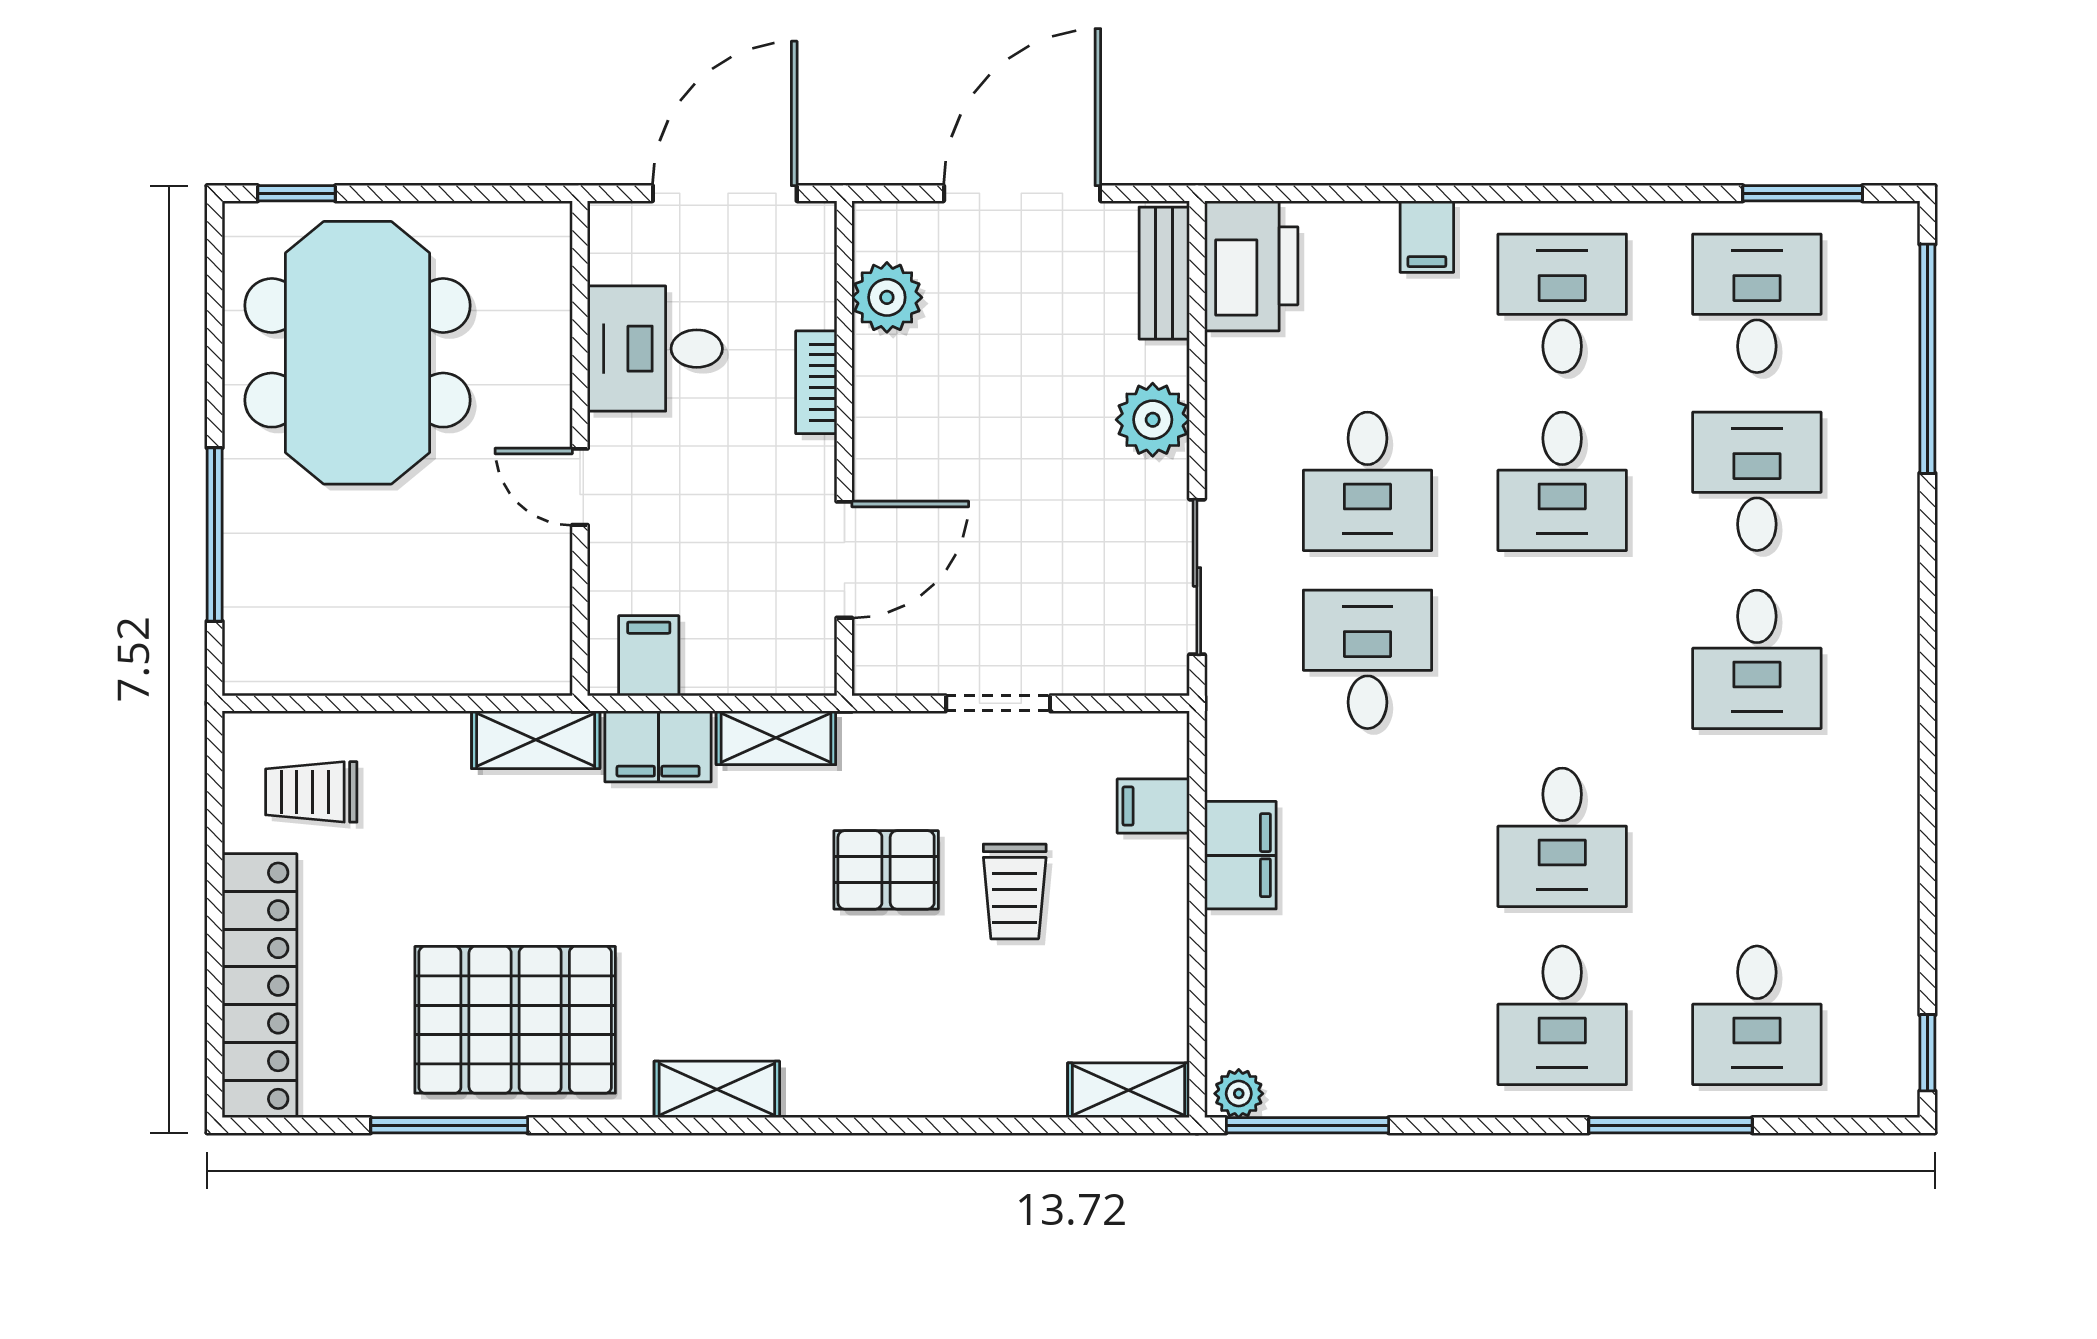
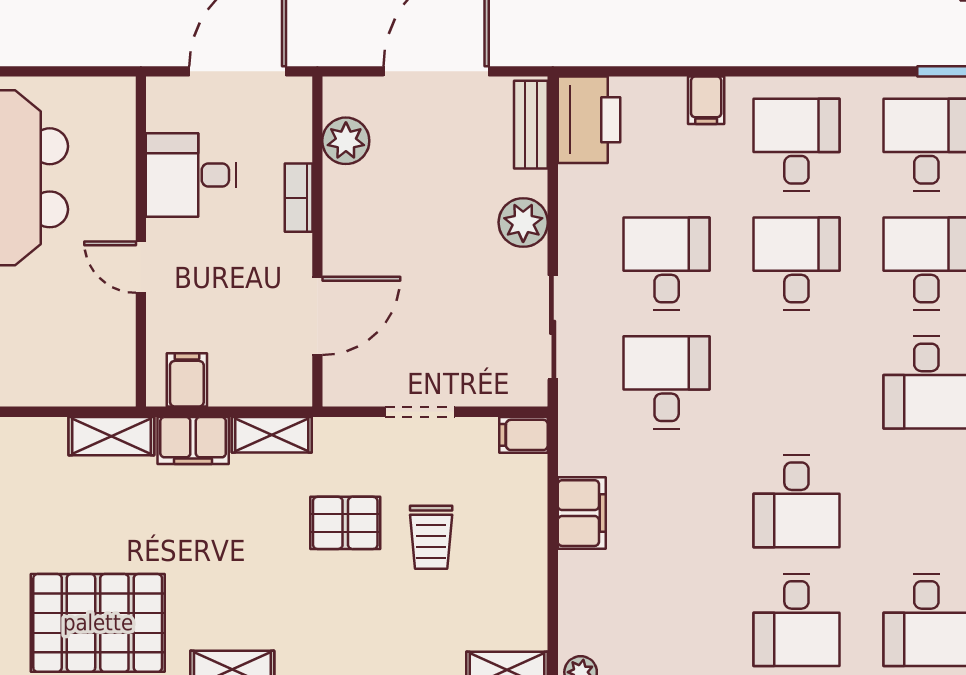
desk: (1367, 481) -> (667, 264), turned 180
desk: (1562, 481) -> (796, 264), turned 180
filing cabinet: (1153, 806) -> (524, 435), moved

